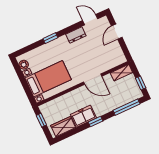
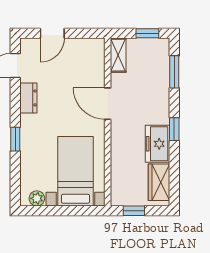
door: (117, 32) -> (52, 33), hinge flipped
door: (93, 79) -> (108, 104), swing flipped
window: (127, 107) -> (174, 72), width x0.69

